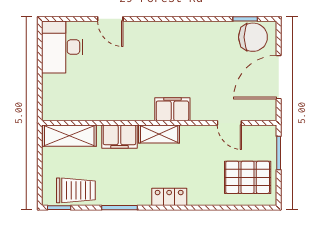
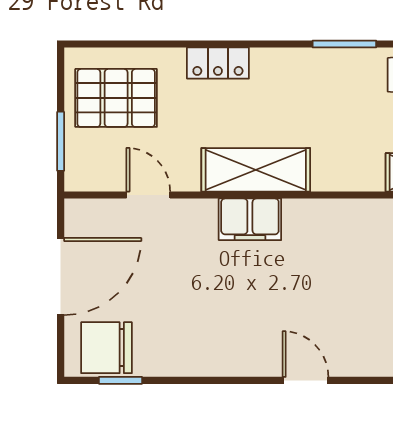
door: (110, 19) -> (306, 380), moved
shelving: (159, 134) -> (256, 170), width x1.50, depth x1.33
filing cabinet: (119, 137) -> (344, 171), removed
locker: (169, 197) -> (218, 63), moved

